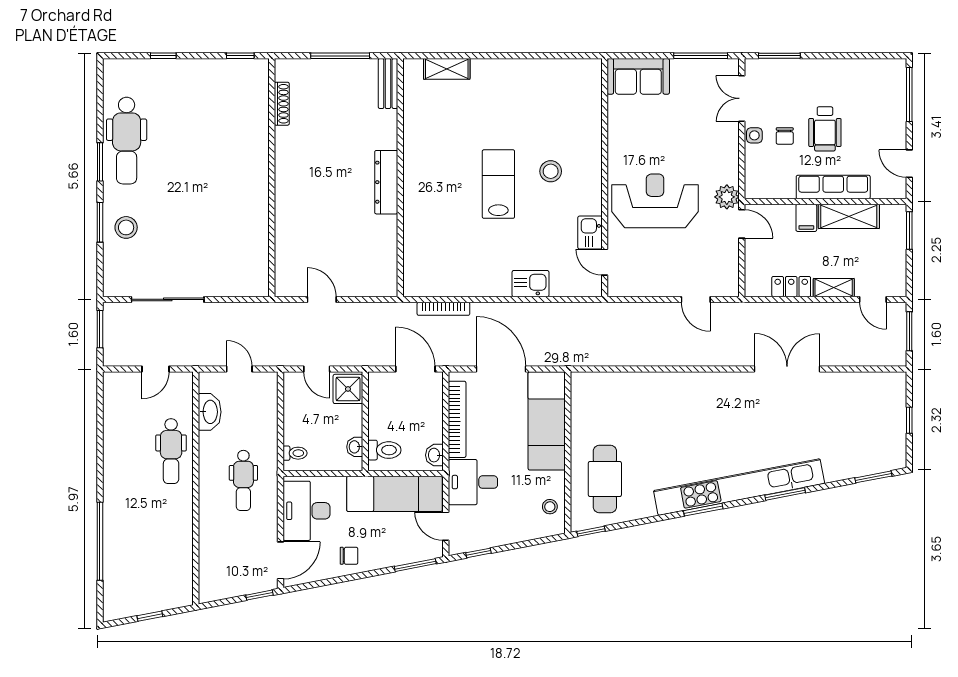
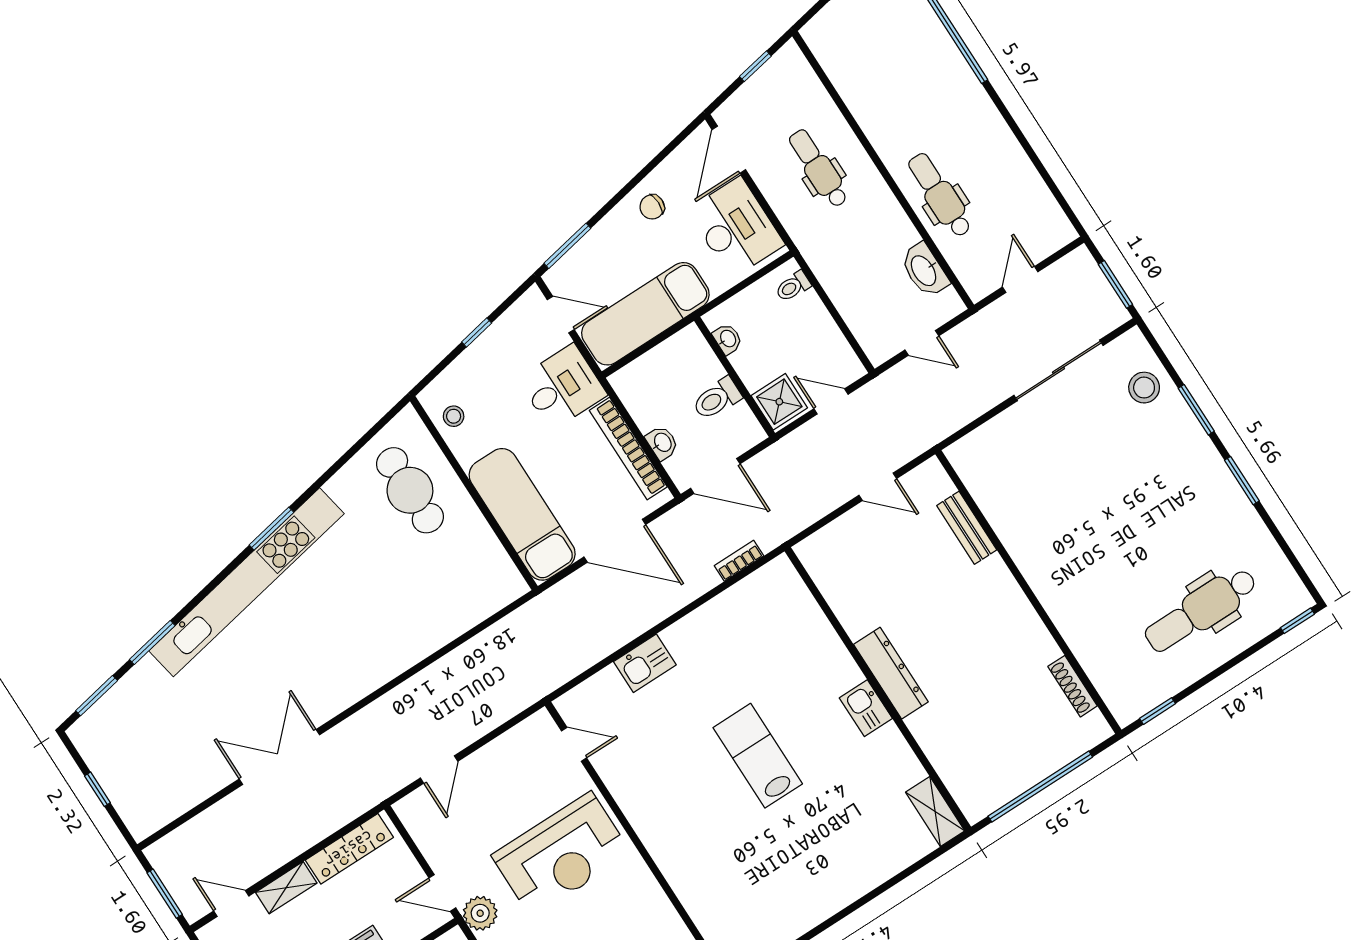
window: (163, 56) -> (1297, 621), moved
window: (340, 56) -> (1040, 787), width x1.46
shelving: (447, 69) -> (935, 812), moved, turned 90
bench: (388, 84) -> (967, 528), moved
dental chair: (127, 141) -> (1201, 610), moved, turned -90
stool: (551, 171) -> (706, 810), removed
lab bench: (498, 184) -> (758, 756), turned 180
stool: (126, 227) -> (1144, 388), moved
kitchen sink: (590, 233) -> (866, 708), moved, turned 180
locker: (791, 287) -> (349, 849), width x1.53
door: (696, 299) -> (439, 770), swing flipped
bookcase: (443, 309) -> (739, 561), width x0.64
double door: (787, 369) -> (279, 757), swing flipped
toilet: (384, 450) -> (717, 399), moved
washbasin: (434, 455) -> (662, 443), moved
dental chair: (243, 480) -> (818, 168), moved
window: (785, 494) -> (152, 642), moved
window: (591, 531) -> (387, 418), removed
window: (478, 553) -> (477, 333), moved
window: (259, 595) -> (755, 66), moved

